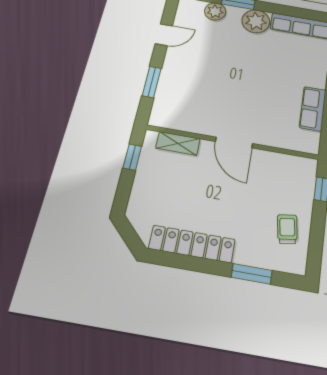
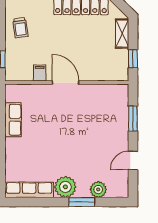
shelving: (178, 143) -> (122, 33), moved, turned 90
filing cabinet: (268, 161) -> (40, 73), added

